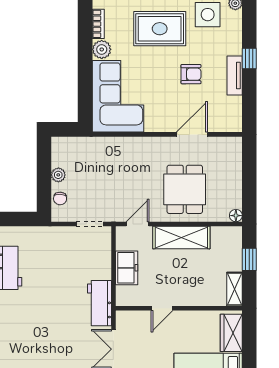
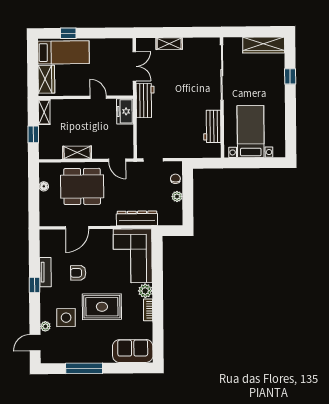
dresser: (112, 146) -> (137, 218), added
dining table: (185, 189) -> (82, 186), width x1.38
floor lamp: (236, 216) -> (44, 186), moved
door: (138, 224) -> (117, 160), hinge flipped
shelving: (181, 238) -> (77, 153), width x0.67, depth x0.75
freezer: (127, 268) -> (125, 111), moved
door: (162, 308) -> (98, 97), hinge flipped

